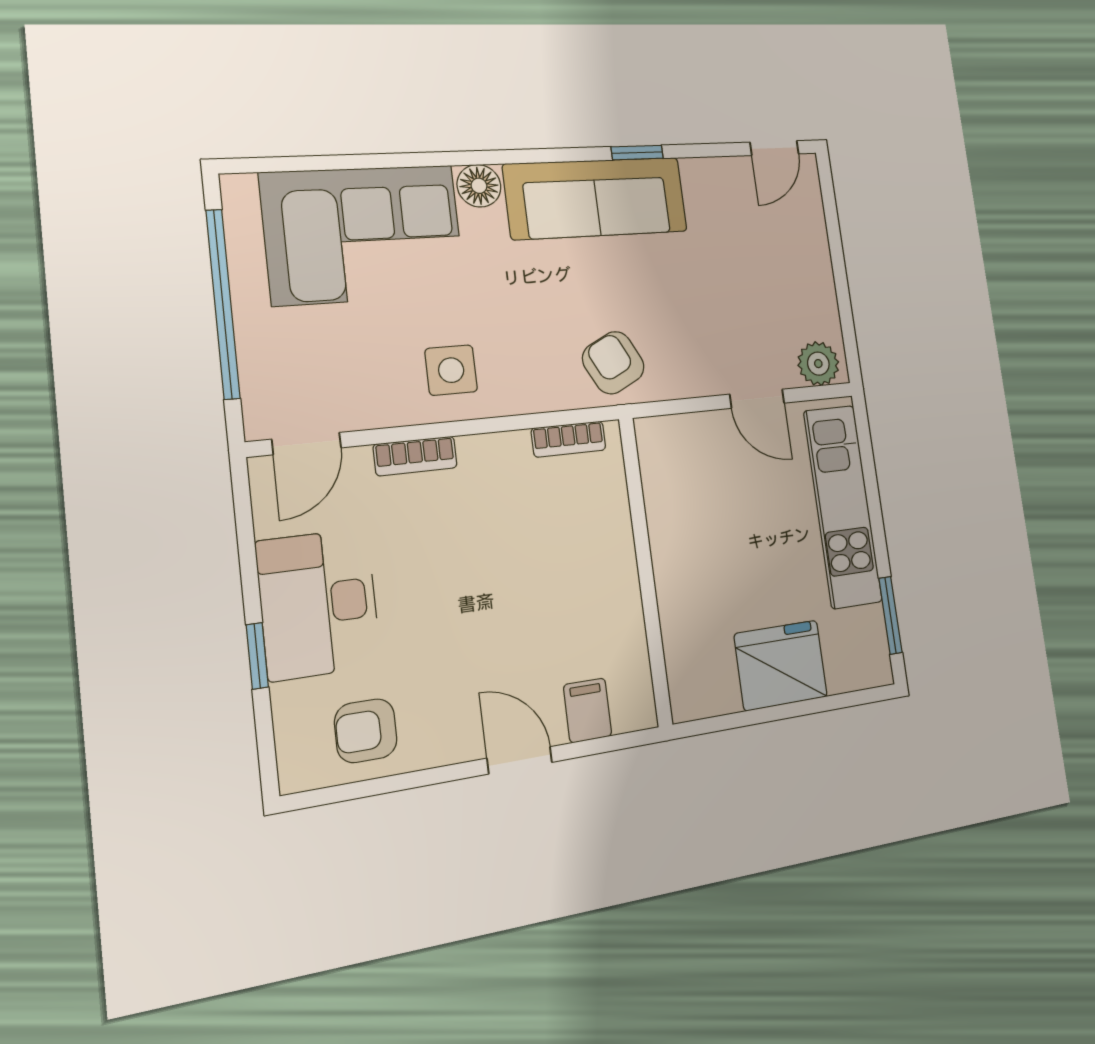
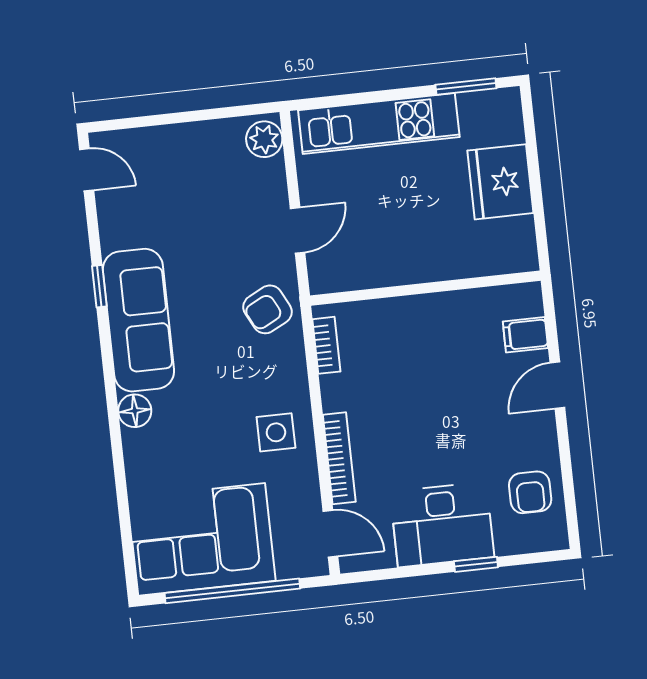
corner sofa: (364, 234) -> (202, 539), moved, turned -90
door: (757, 399) -> (298, 230), moved
bookcase: (415, 456) -> (339, 458), width x1.56

